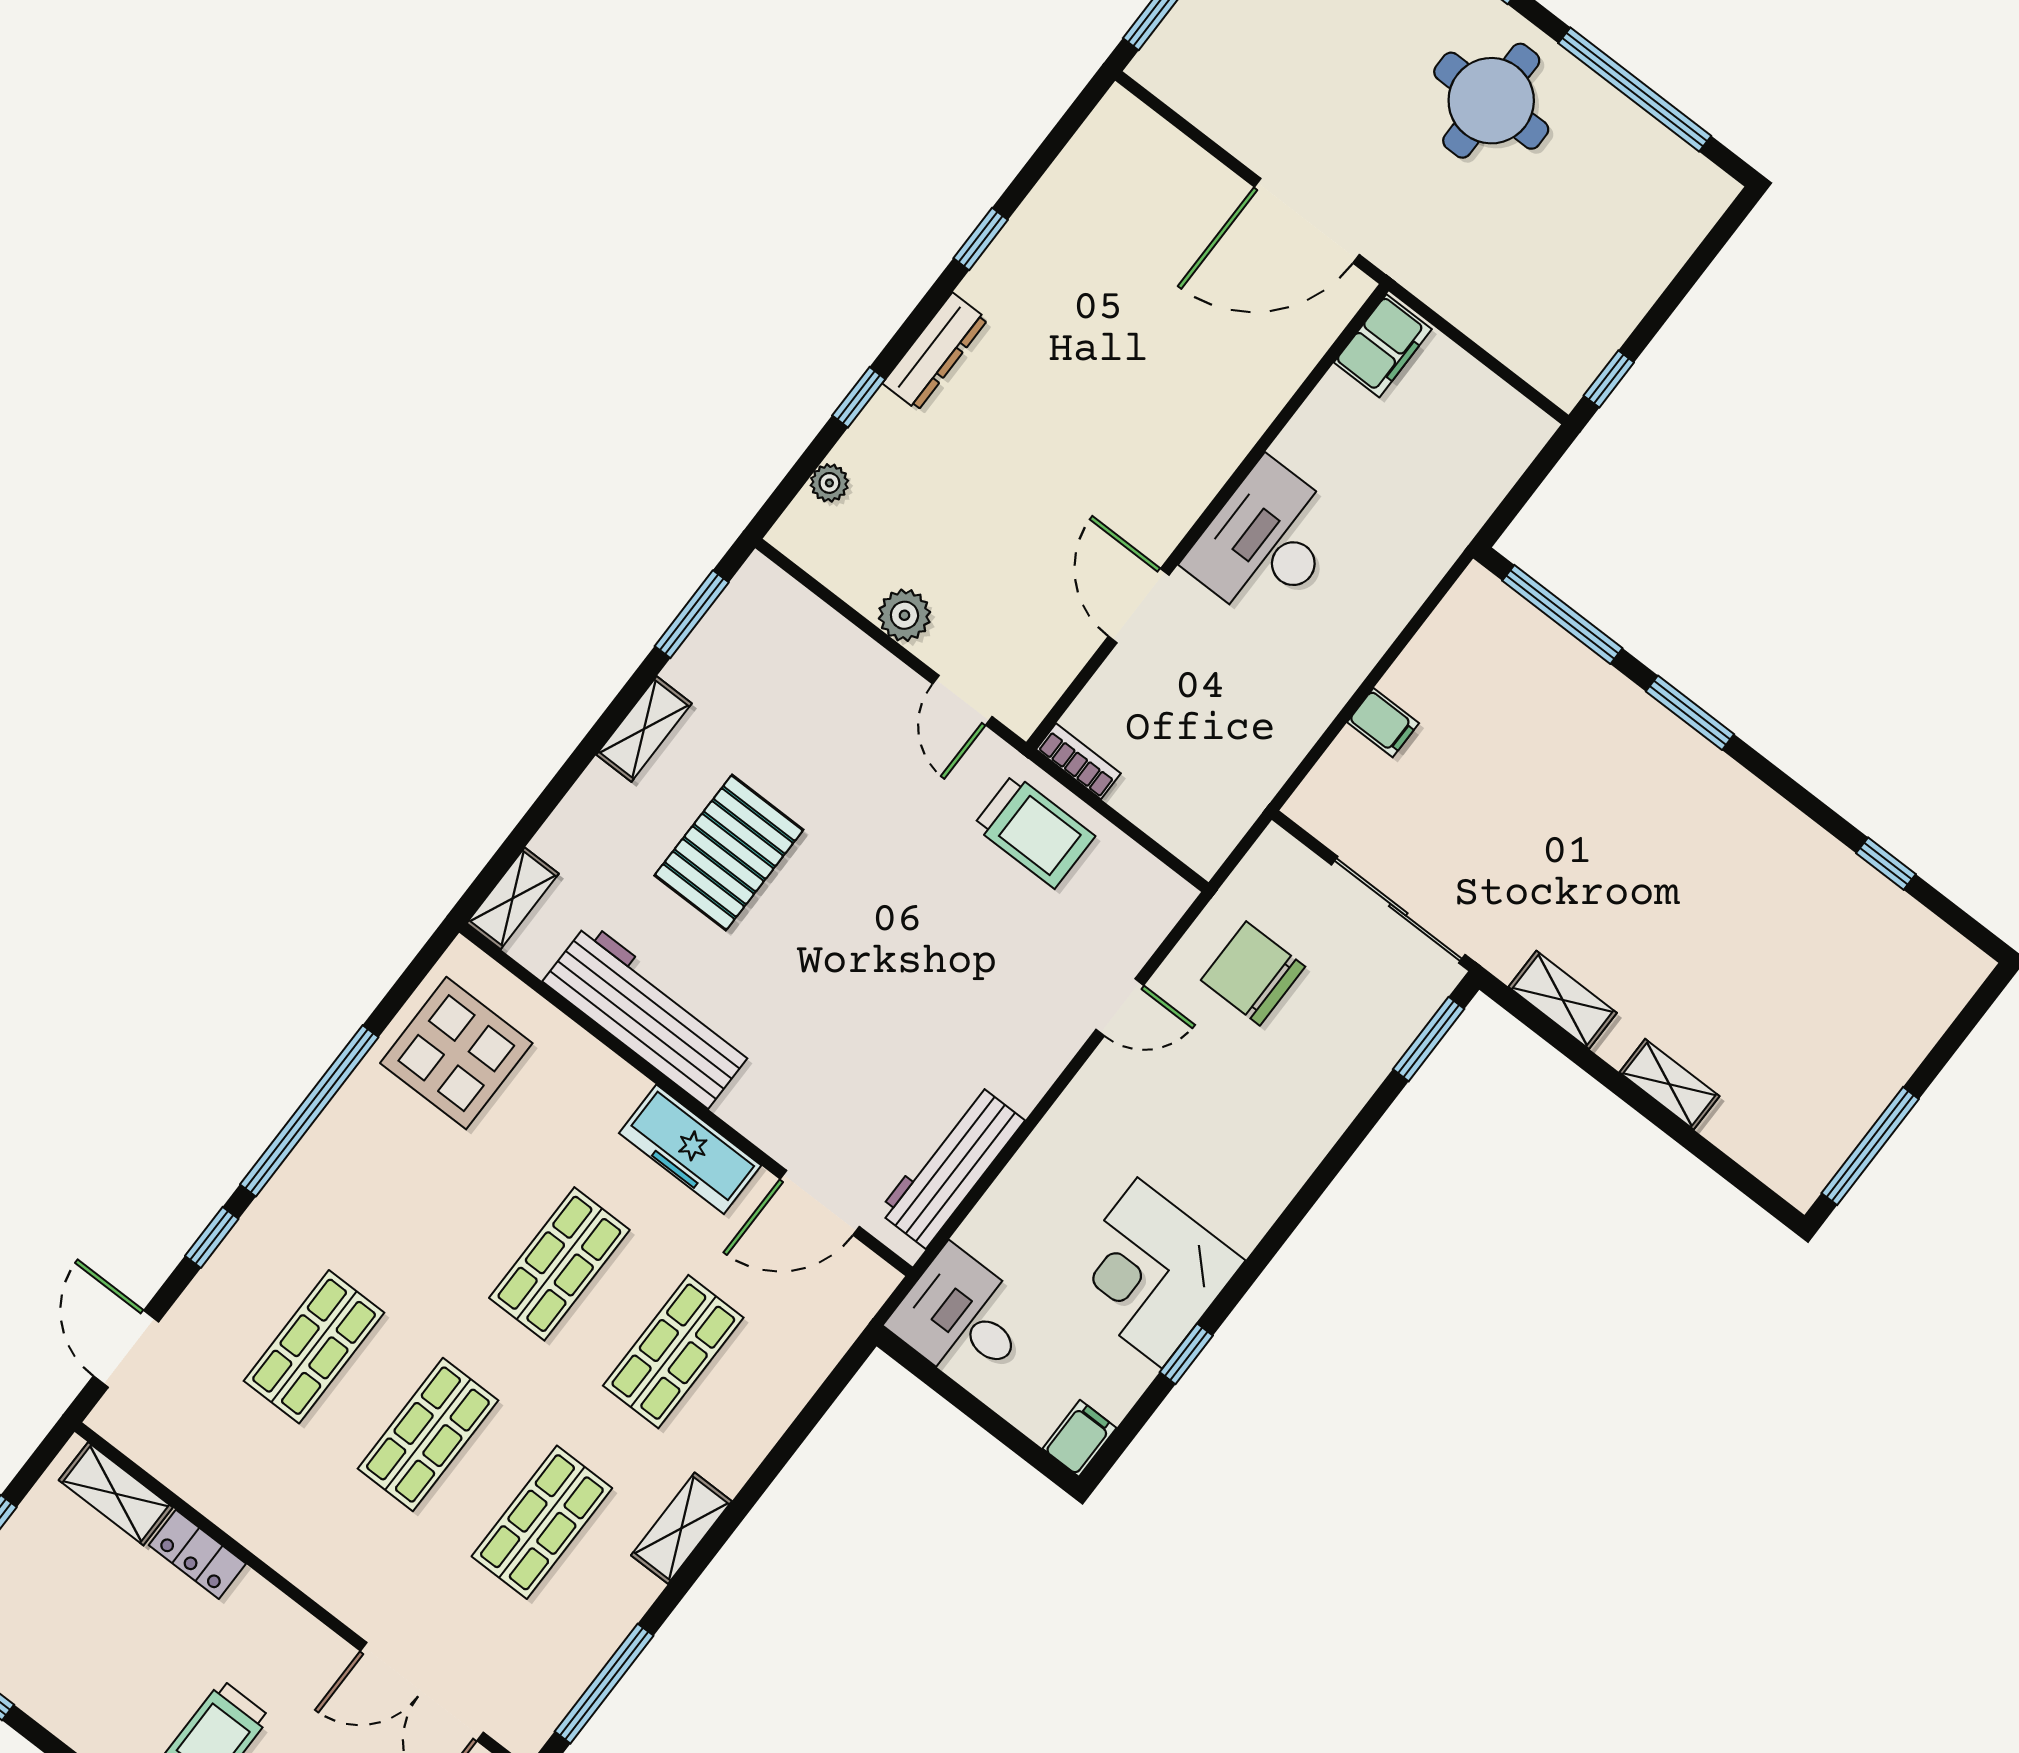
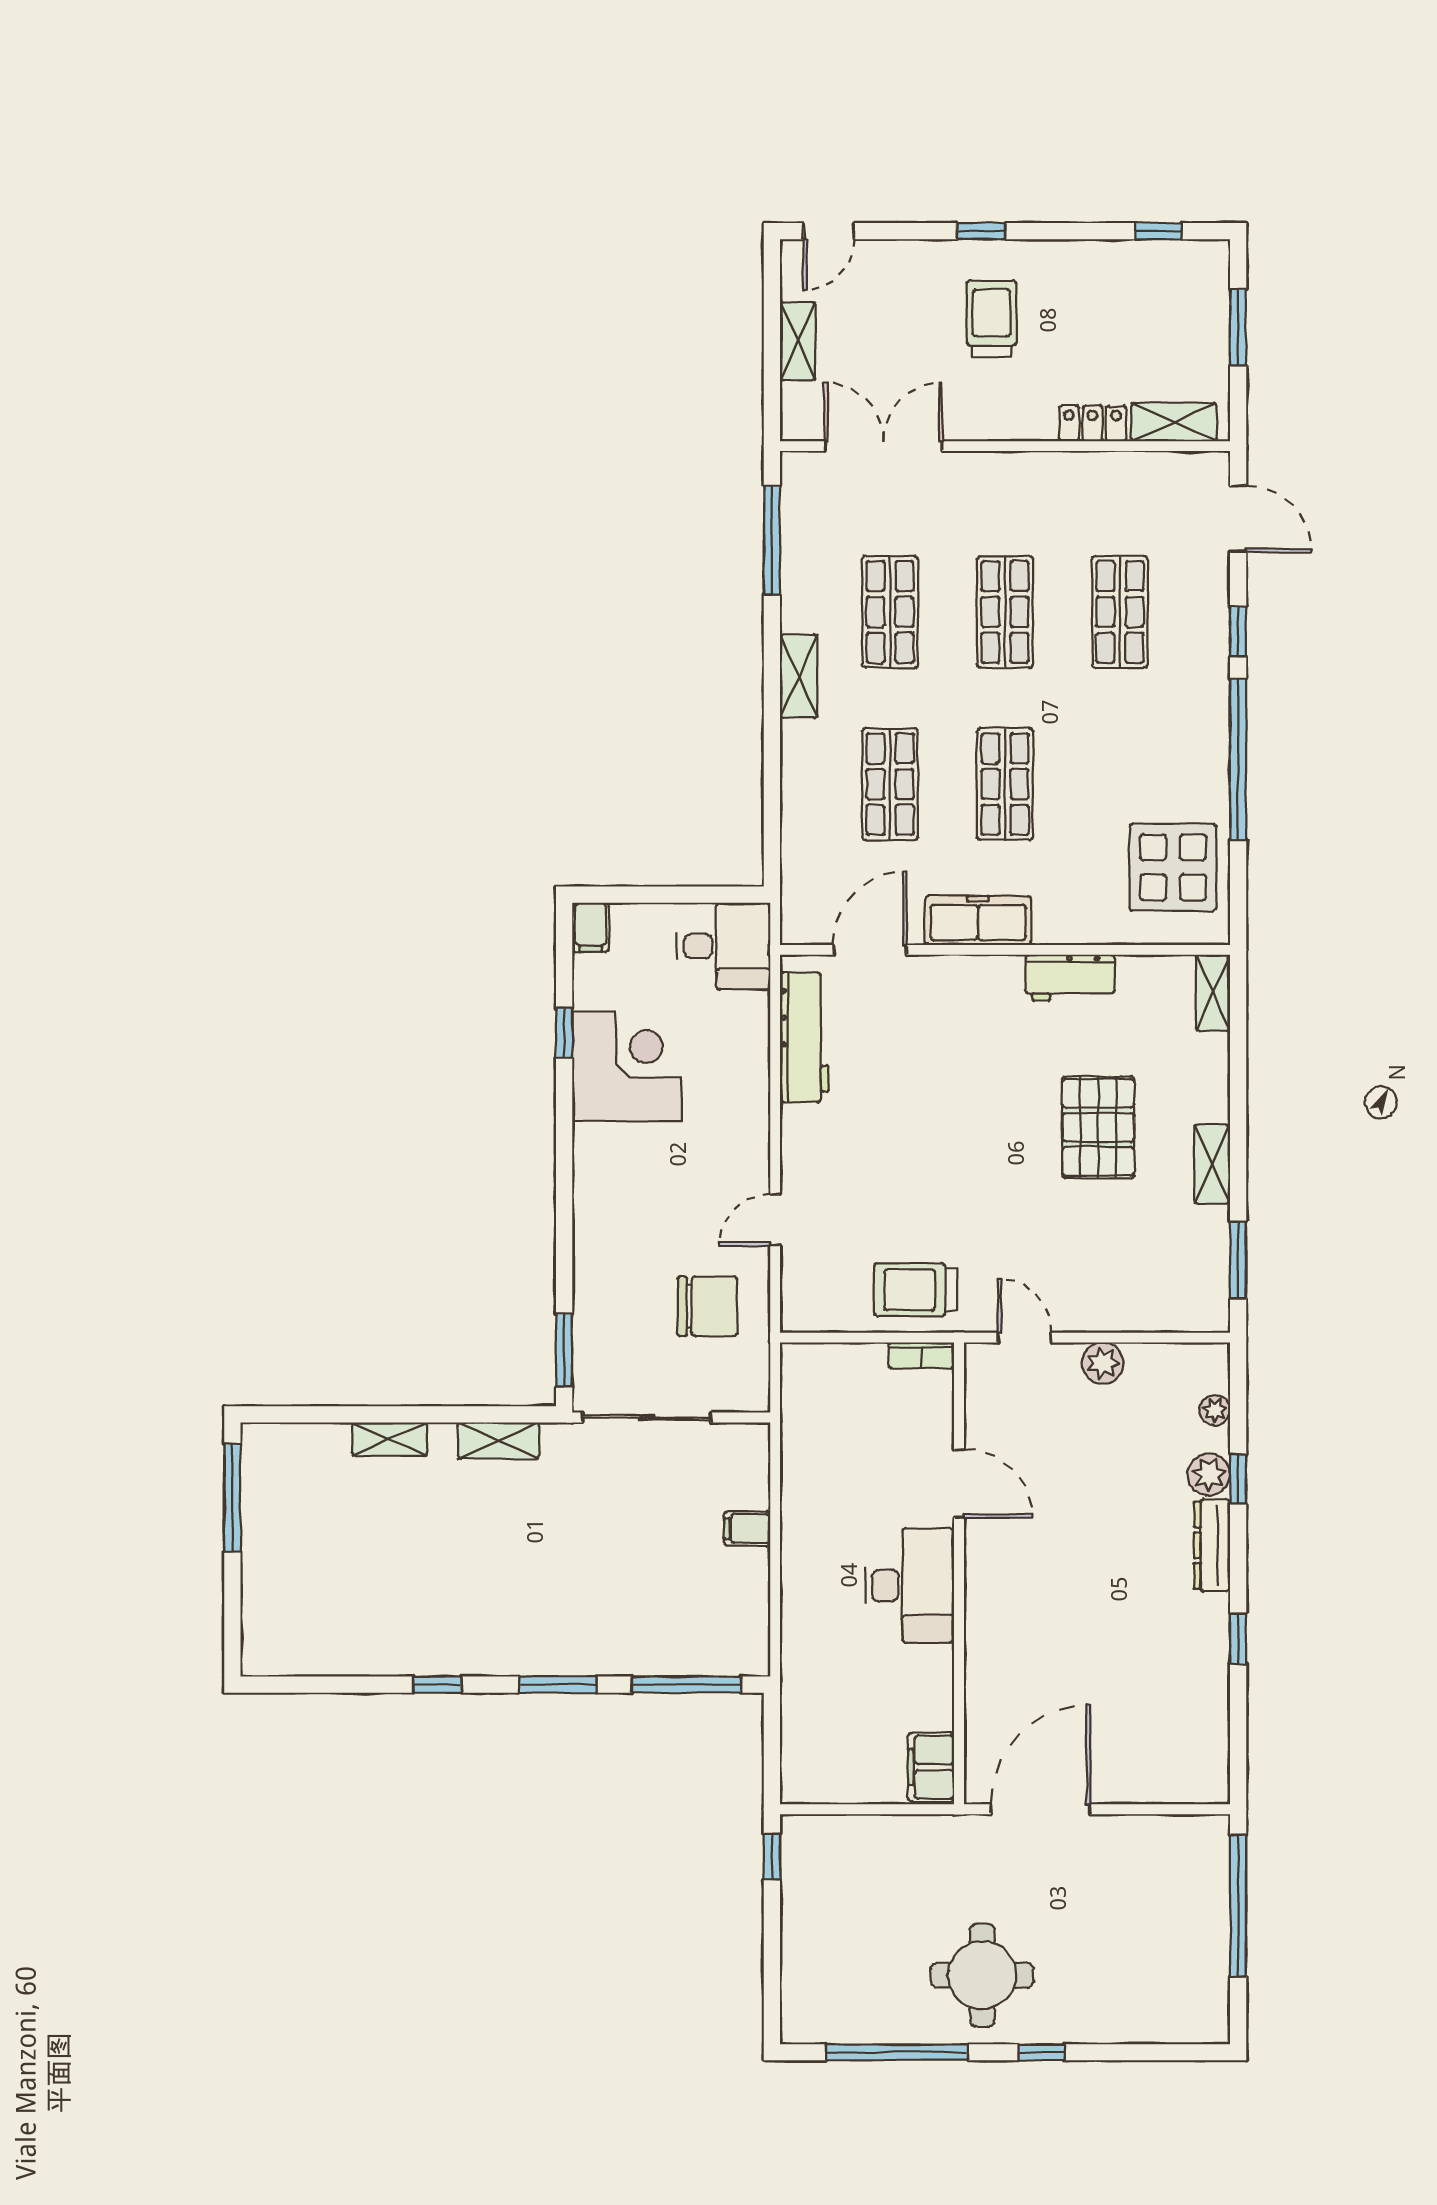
plant: (884, 424) -> (1209, 1475), added
window: (1886, 864) -> (437, 1685), moved
workbench: (649, 1015) -> (1070, 978), width x0.53, depth x0.76

